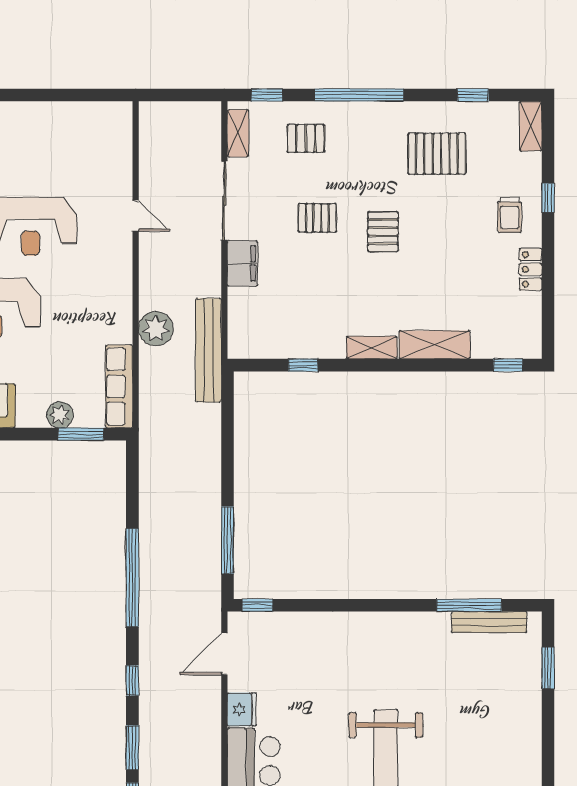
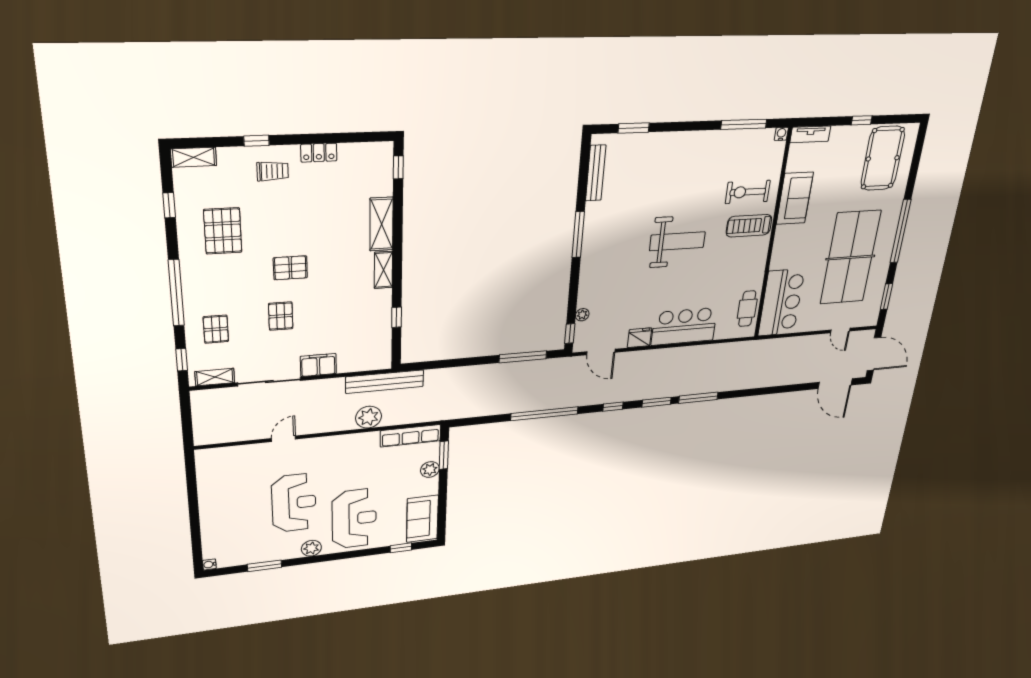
window: (469, 605) -> (578, 235), moved
plant: (285, 621) -> (582, 315), added

